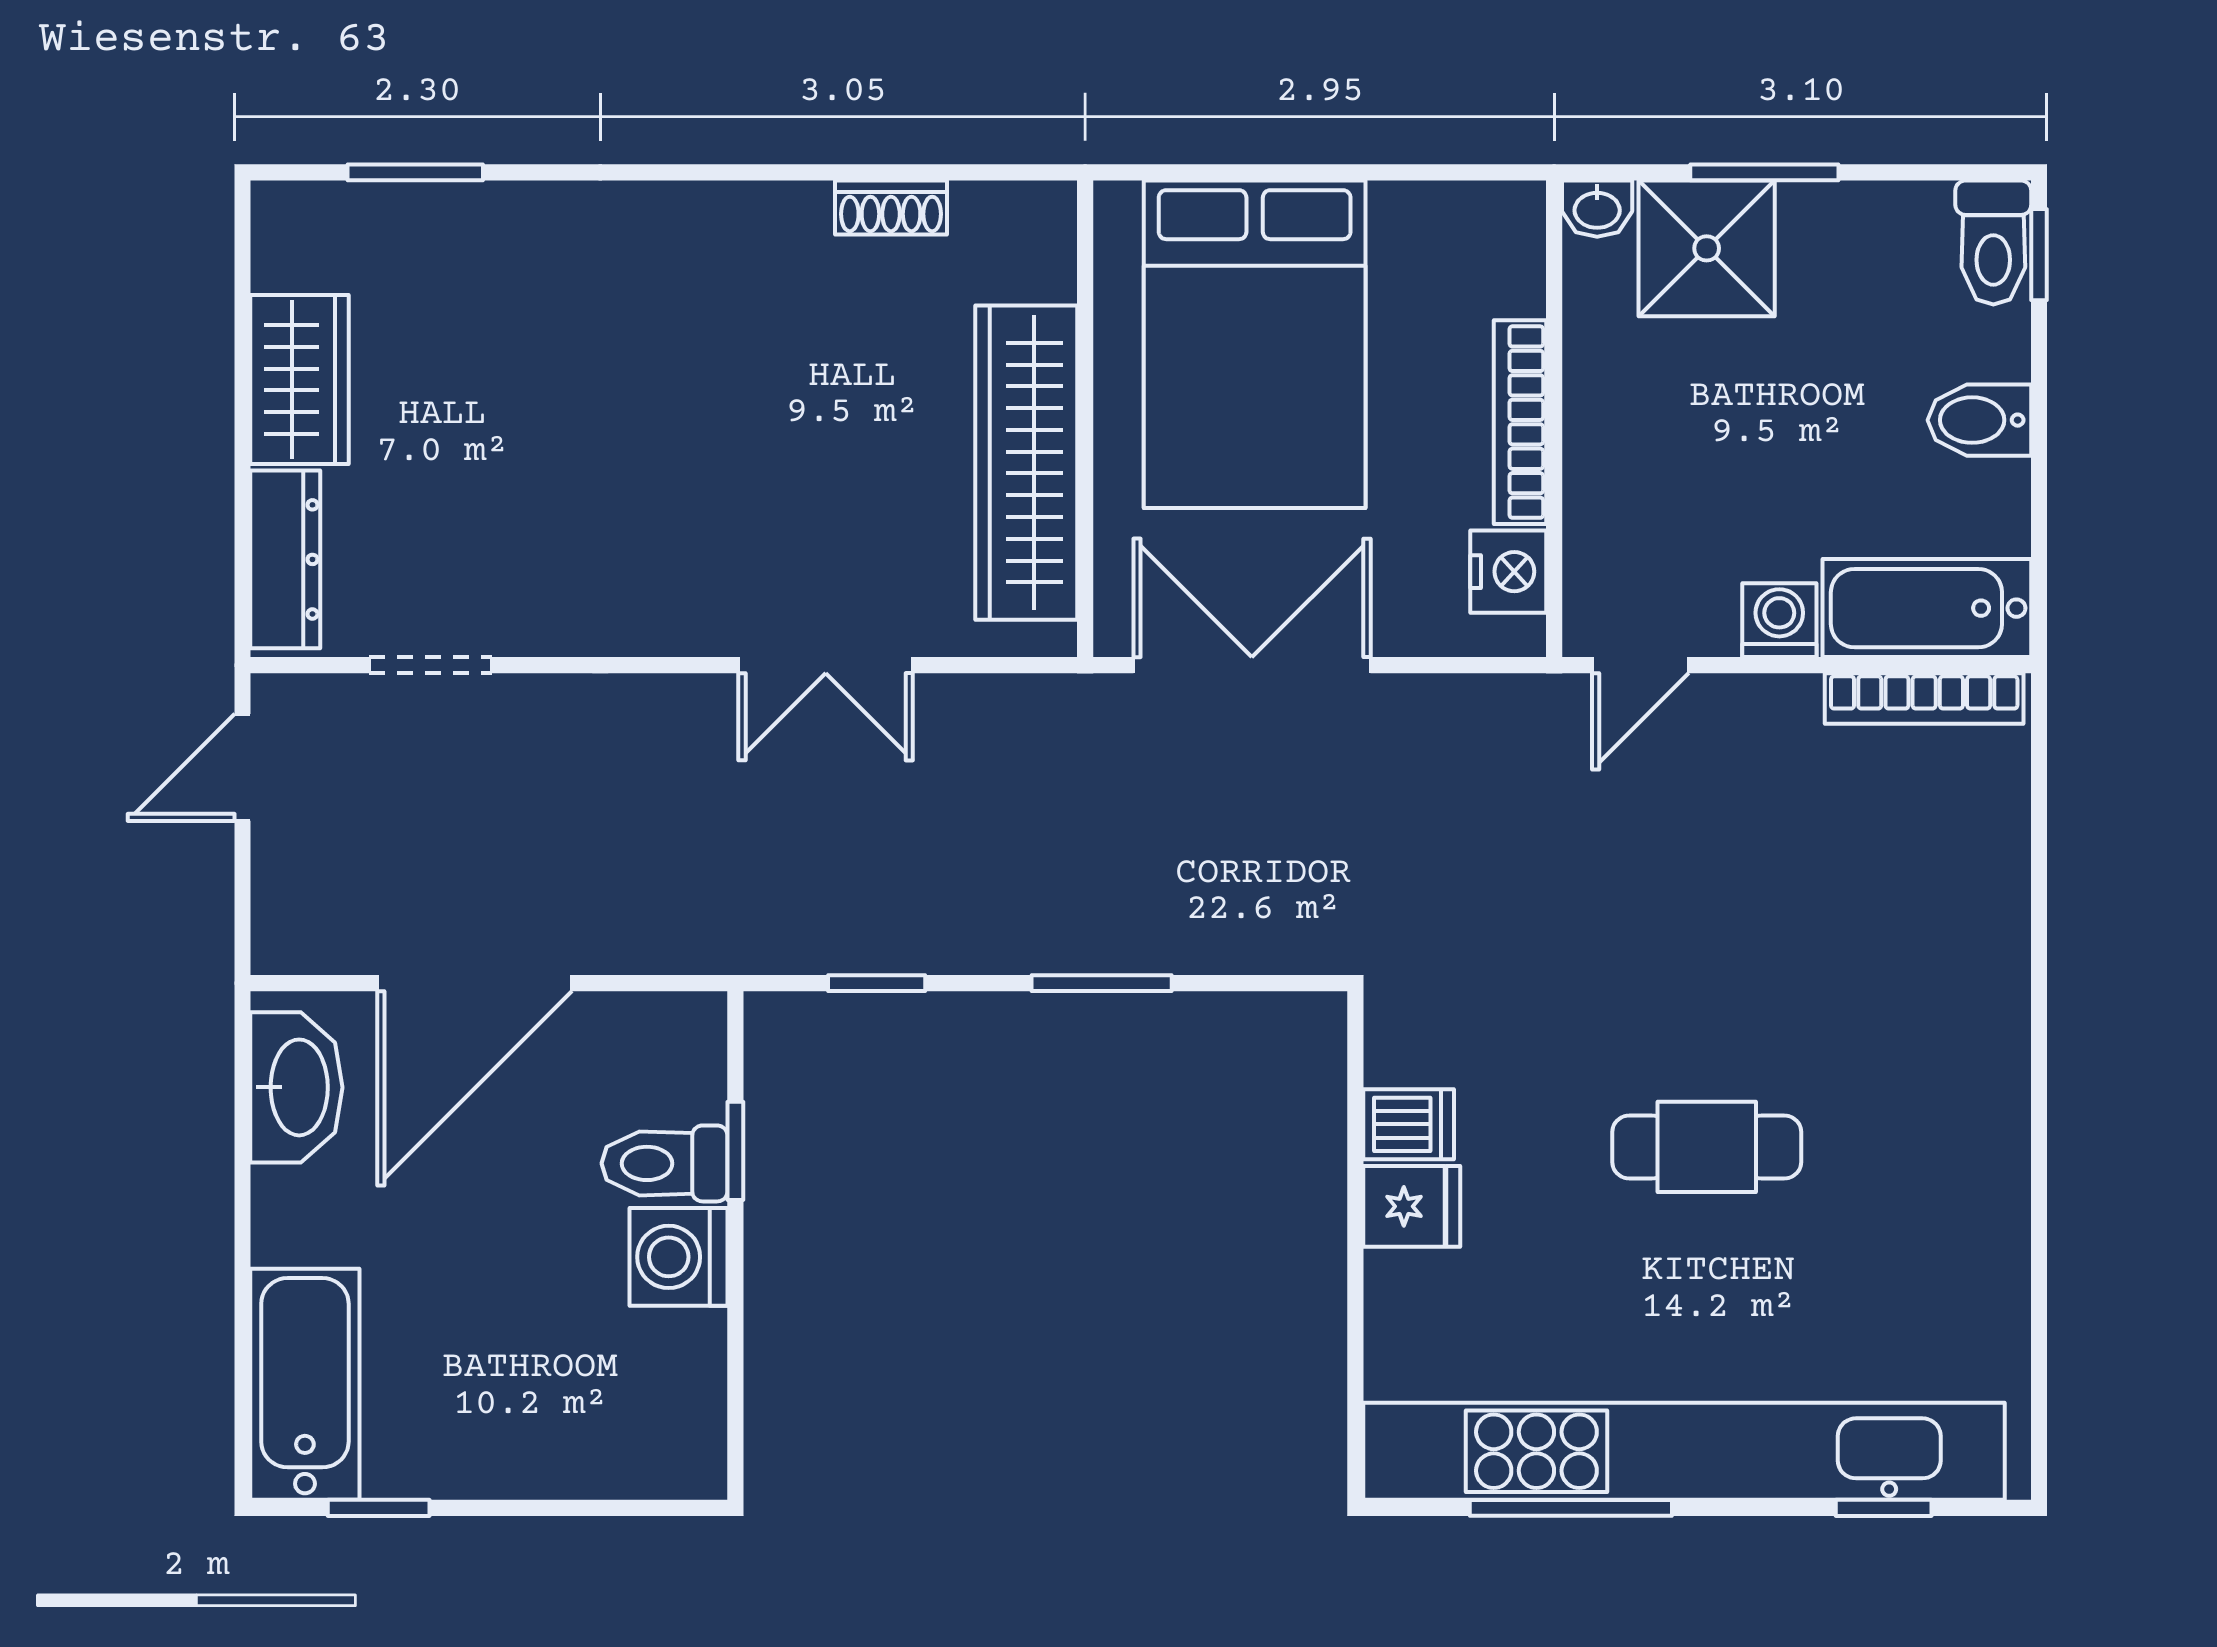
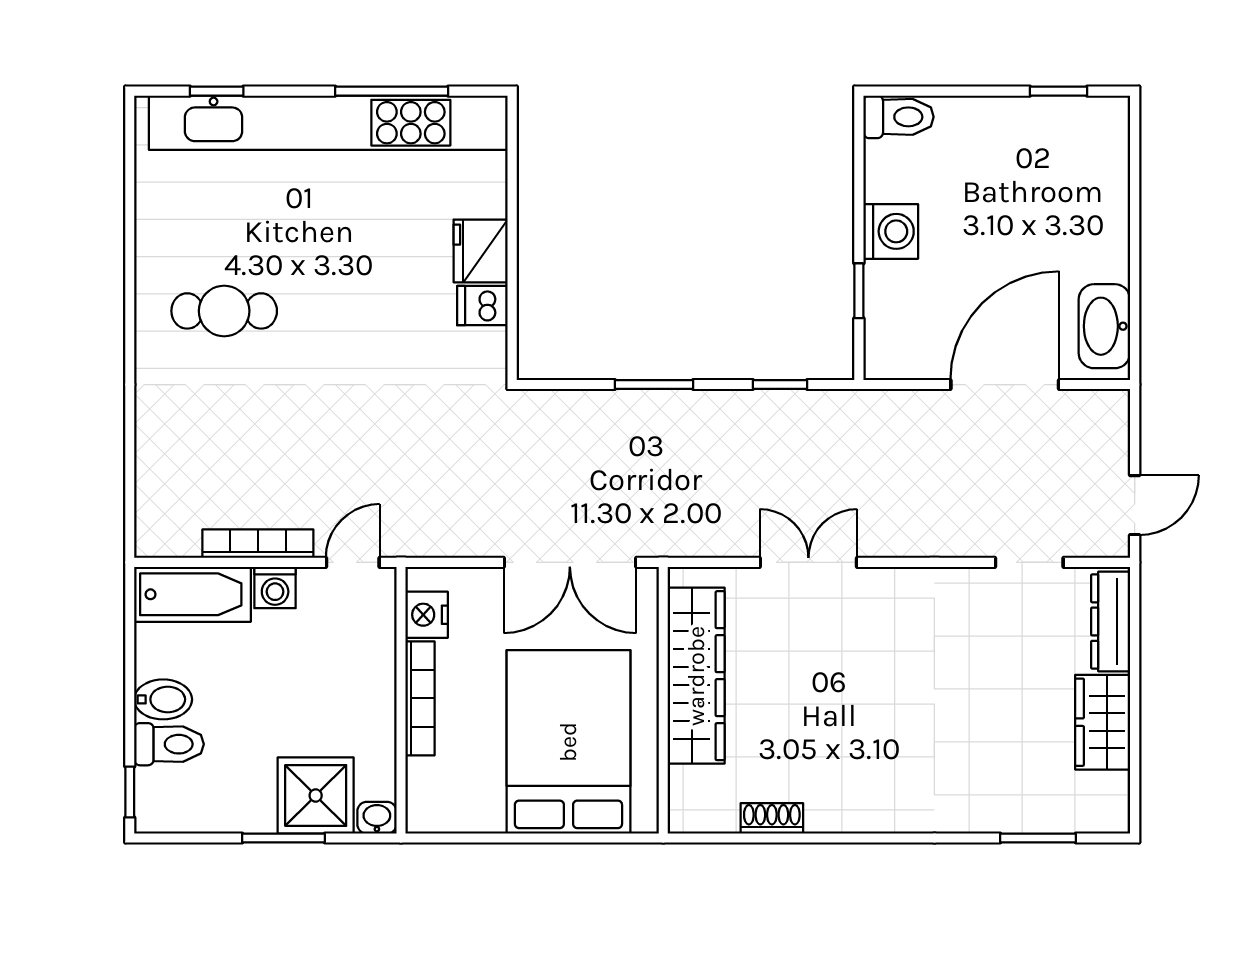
toilet: (1993, 243) -> (169, 744), moved, turned 90
bookcase: (1924, 699) -> (258, 544), moved
cafe table: (1707, 1147) -> (224, 311), moved
toilet: (665, 1163) -> (899, 117), moved
fridge: (1412, 1206) -> (481, 251), width x1.38
bathtub: (305, 1384) -> (1100, 160), removed

